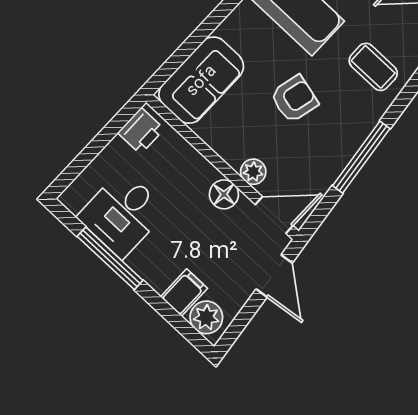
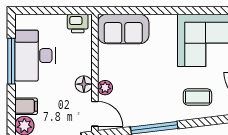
coffee table: (373, 67) -> (197, 97), turned 90
armchair: (294, 99) -> (152, 76), removed
desk: (122, 214) -> (35, 56), width x1.37

